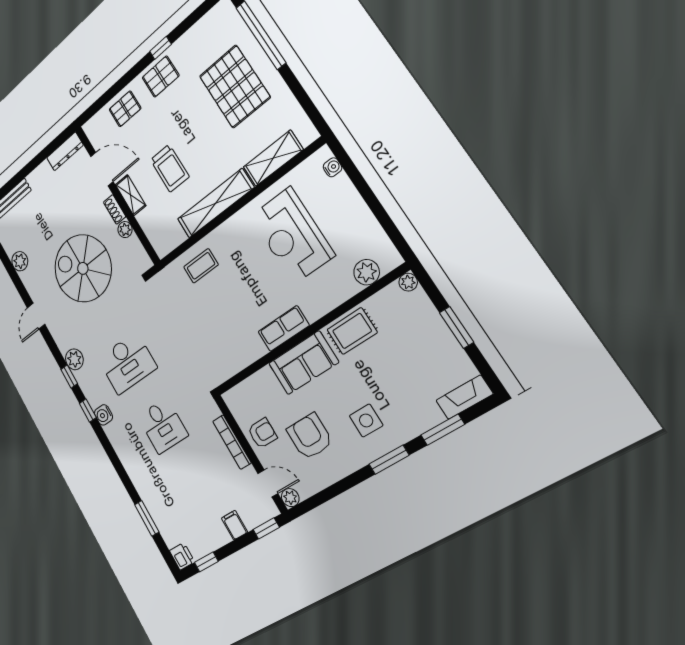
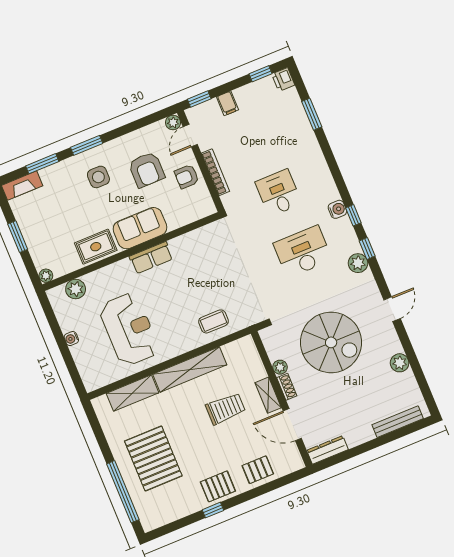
water cooler: (332, 167) -> (71, 339), moved
trolley: (170, 168) -> (226, 409), turned 90
door: (268, 483) -> (190, 136), hinge flipped

